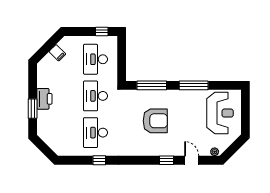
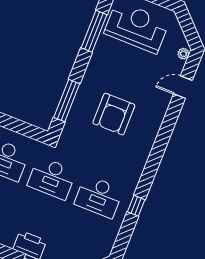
window: (194, 85) -> (94, 31), moved
armchair: (155, 121) -> (114, 114), turned 180
window: (166, 160) -> (170, 120), removed

